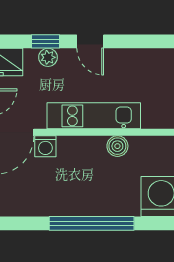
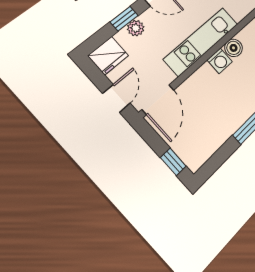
washing machine: (45, 146) -> (220, 61), moved

